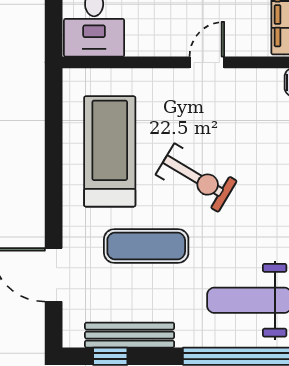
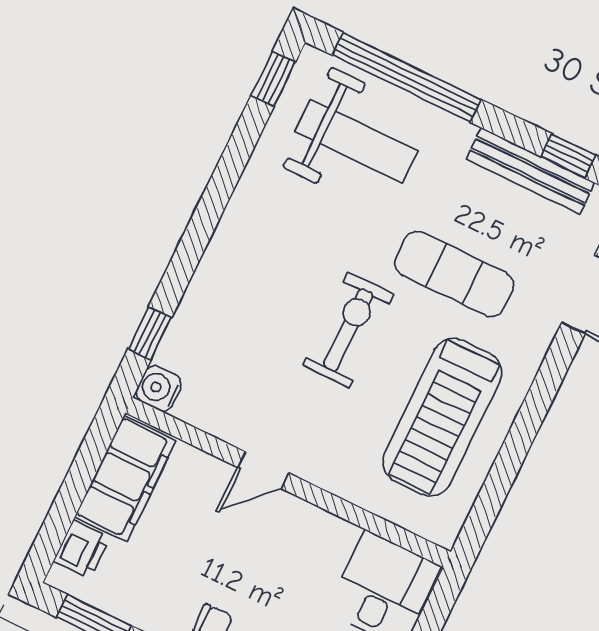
exercise bike: (196, 178) -> (348, 330), turned 59

